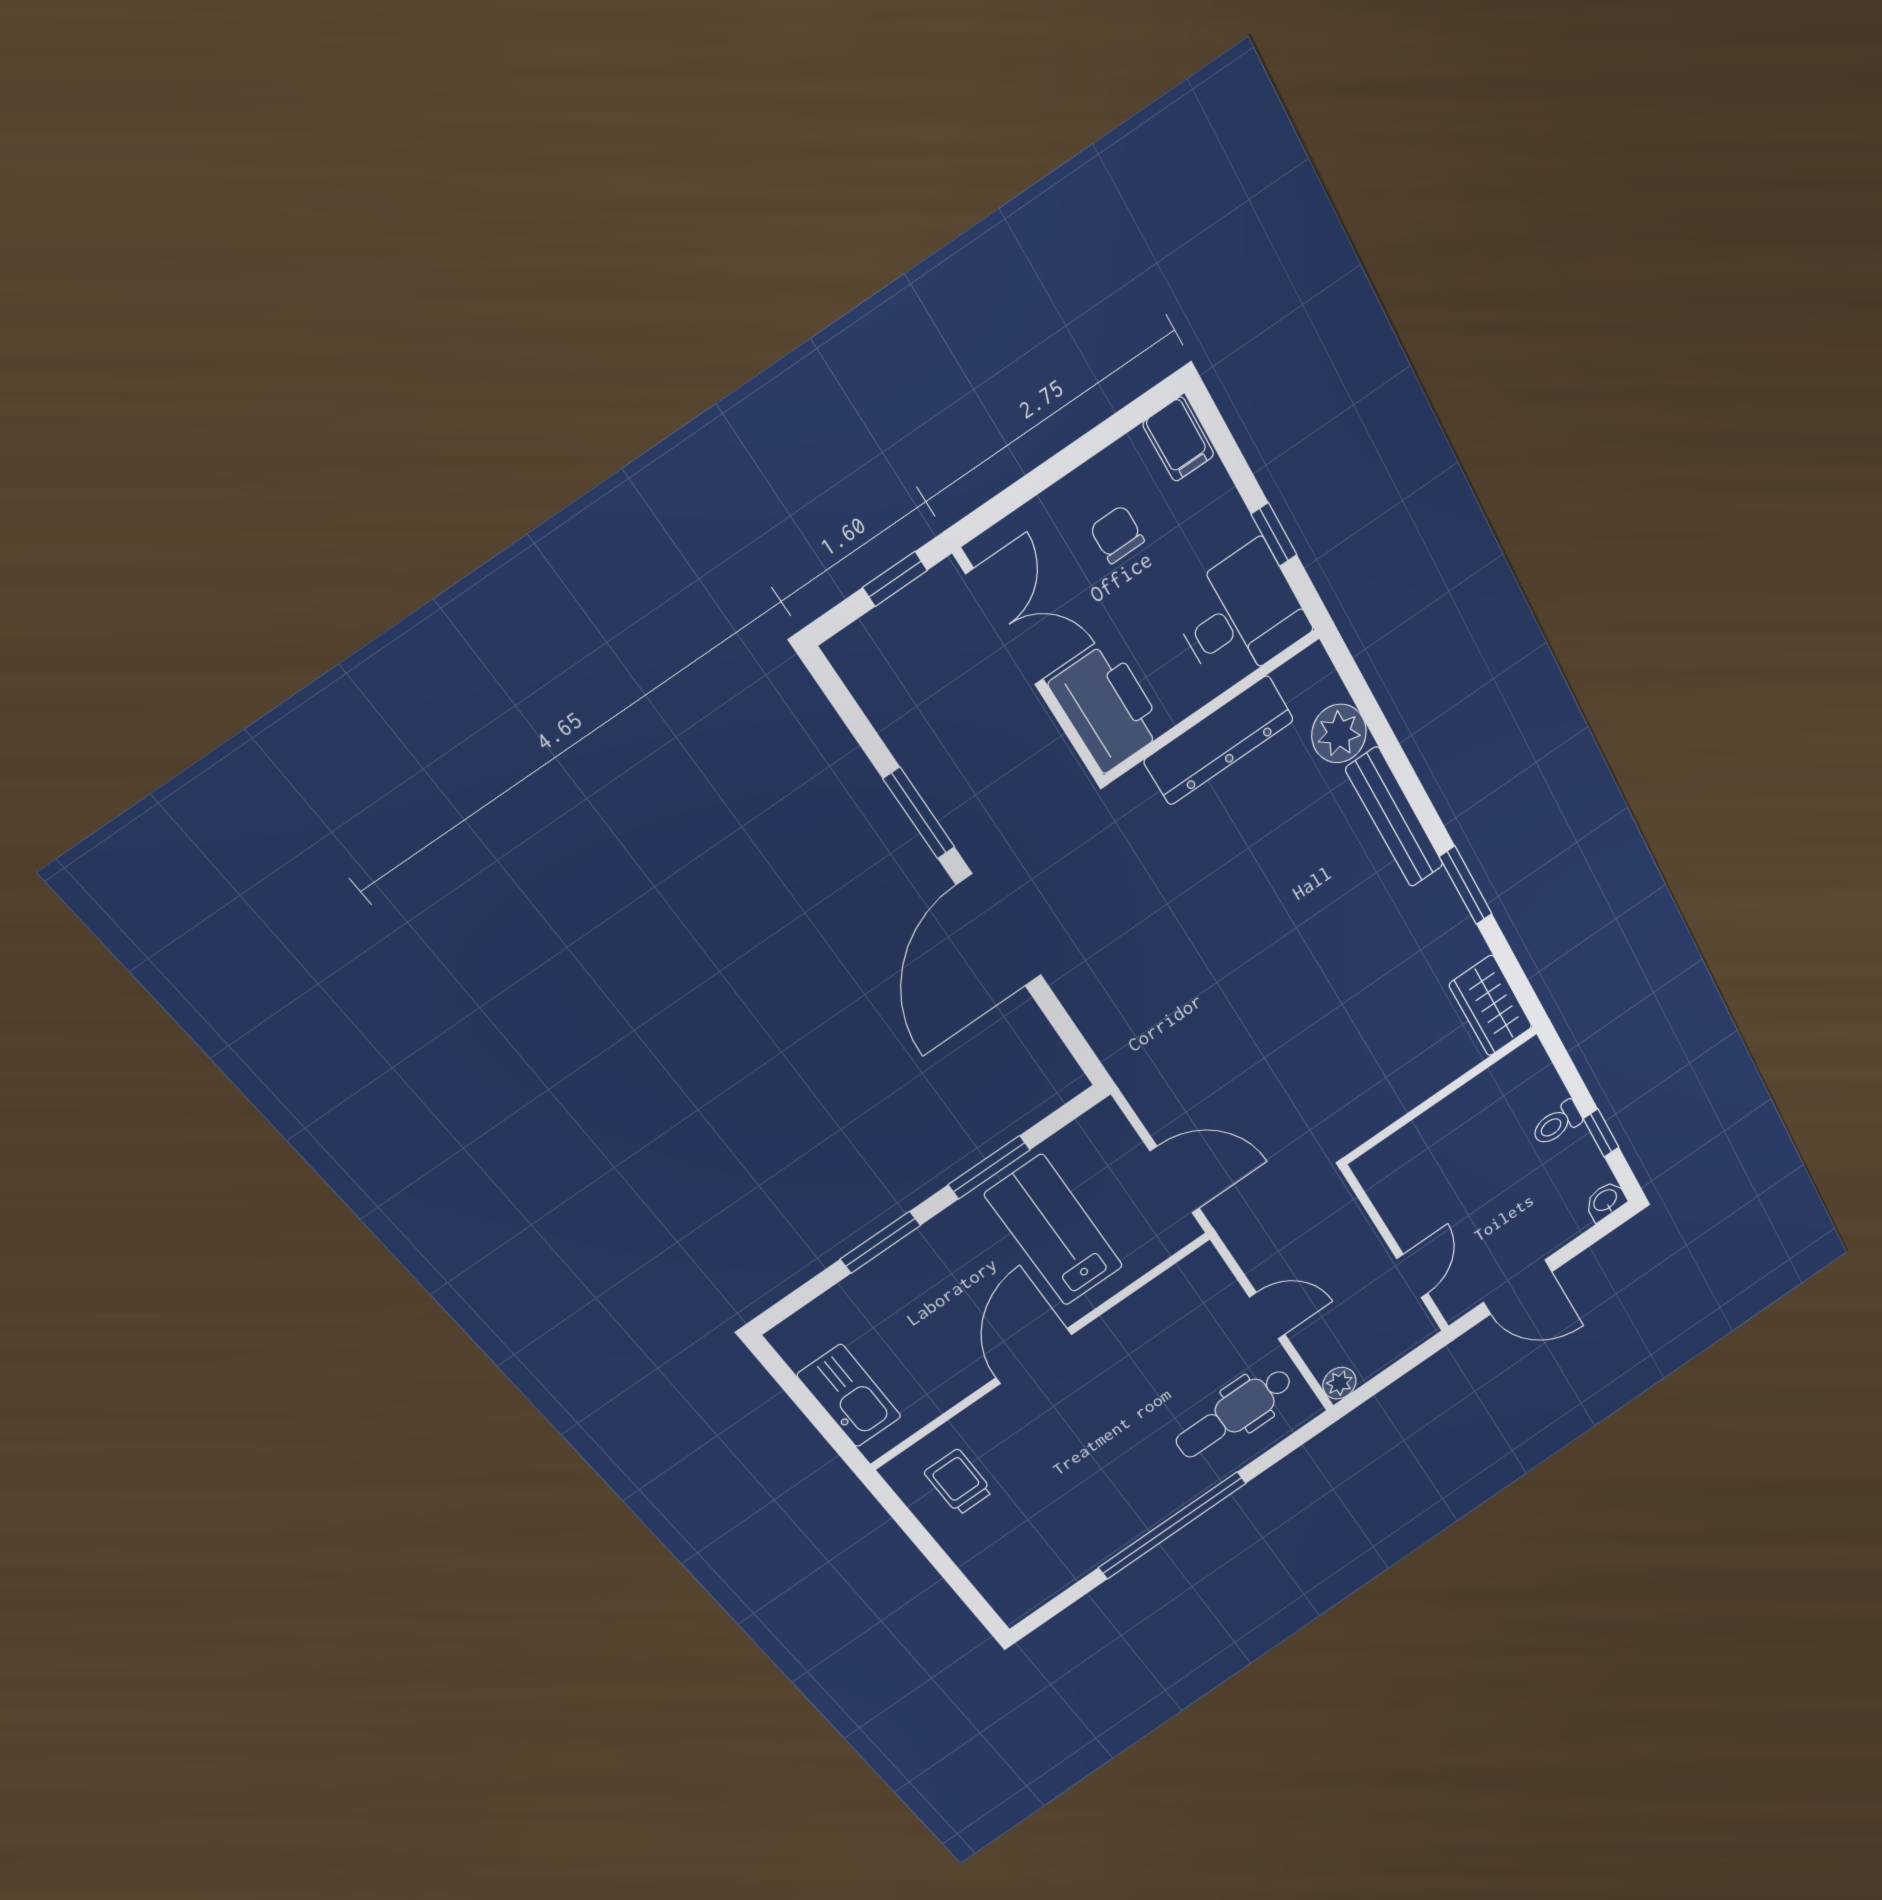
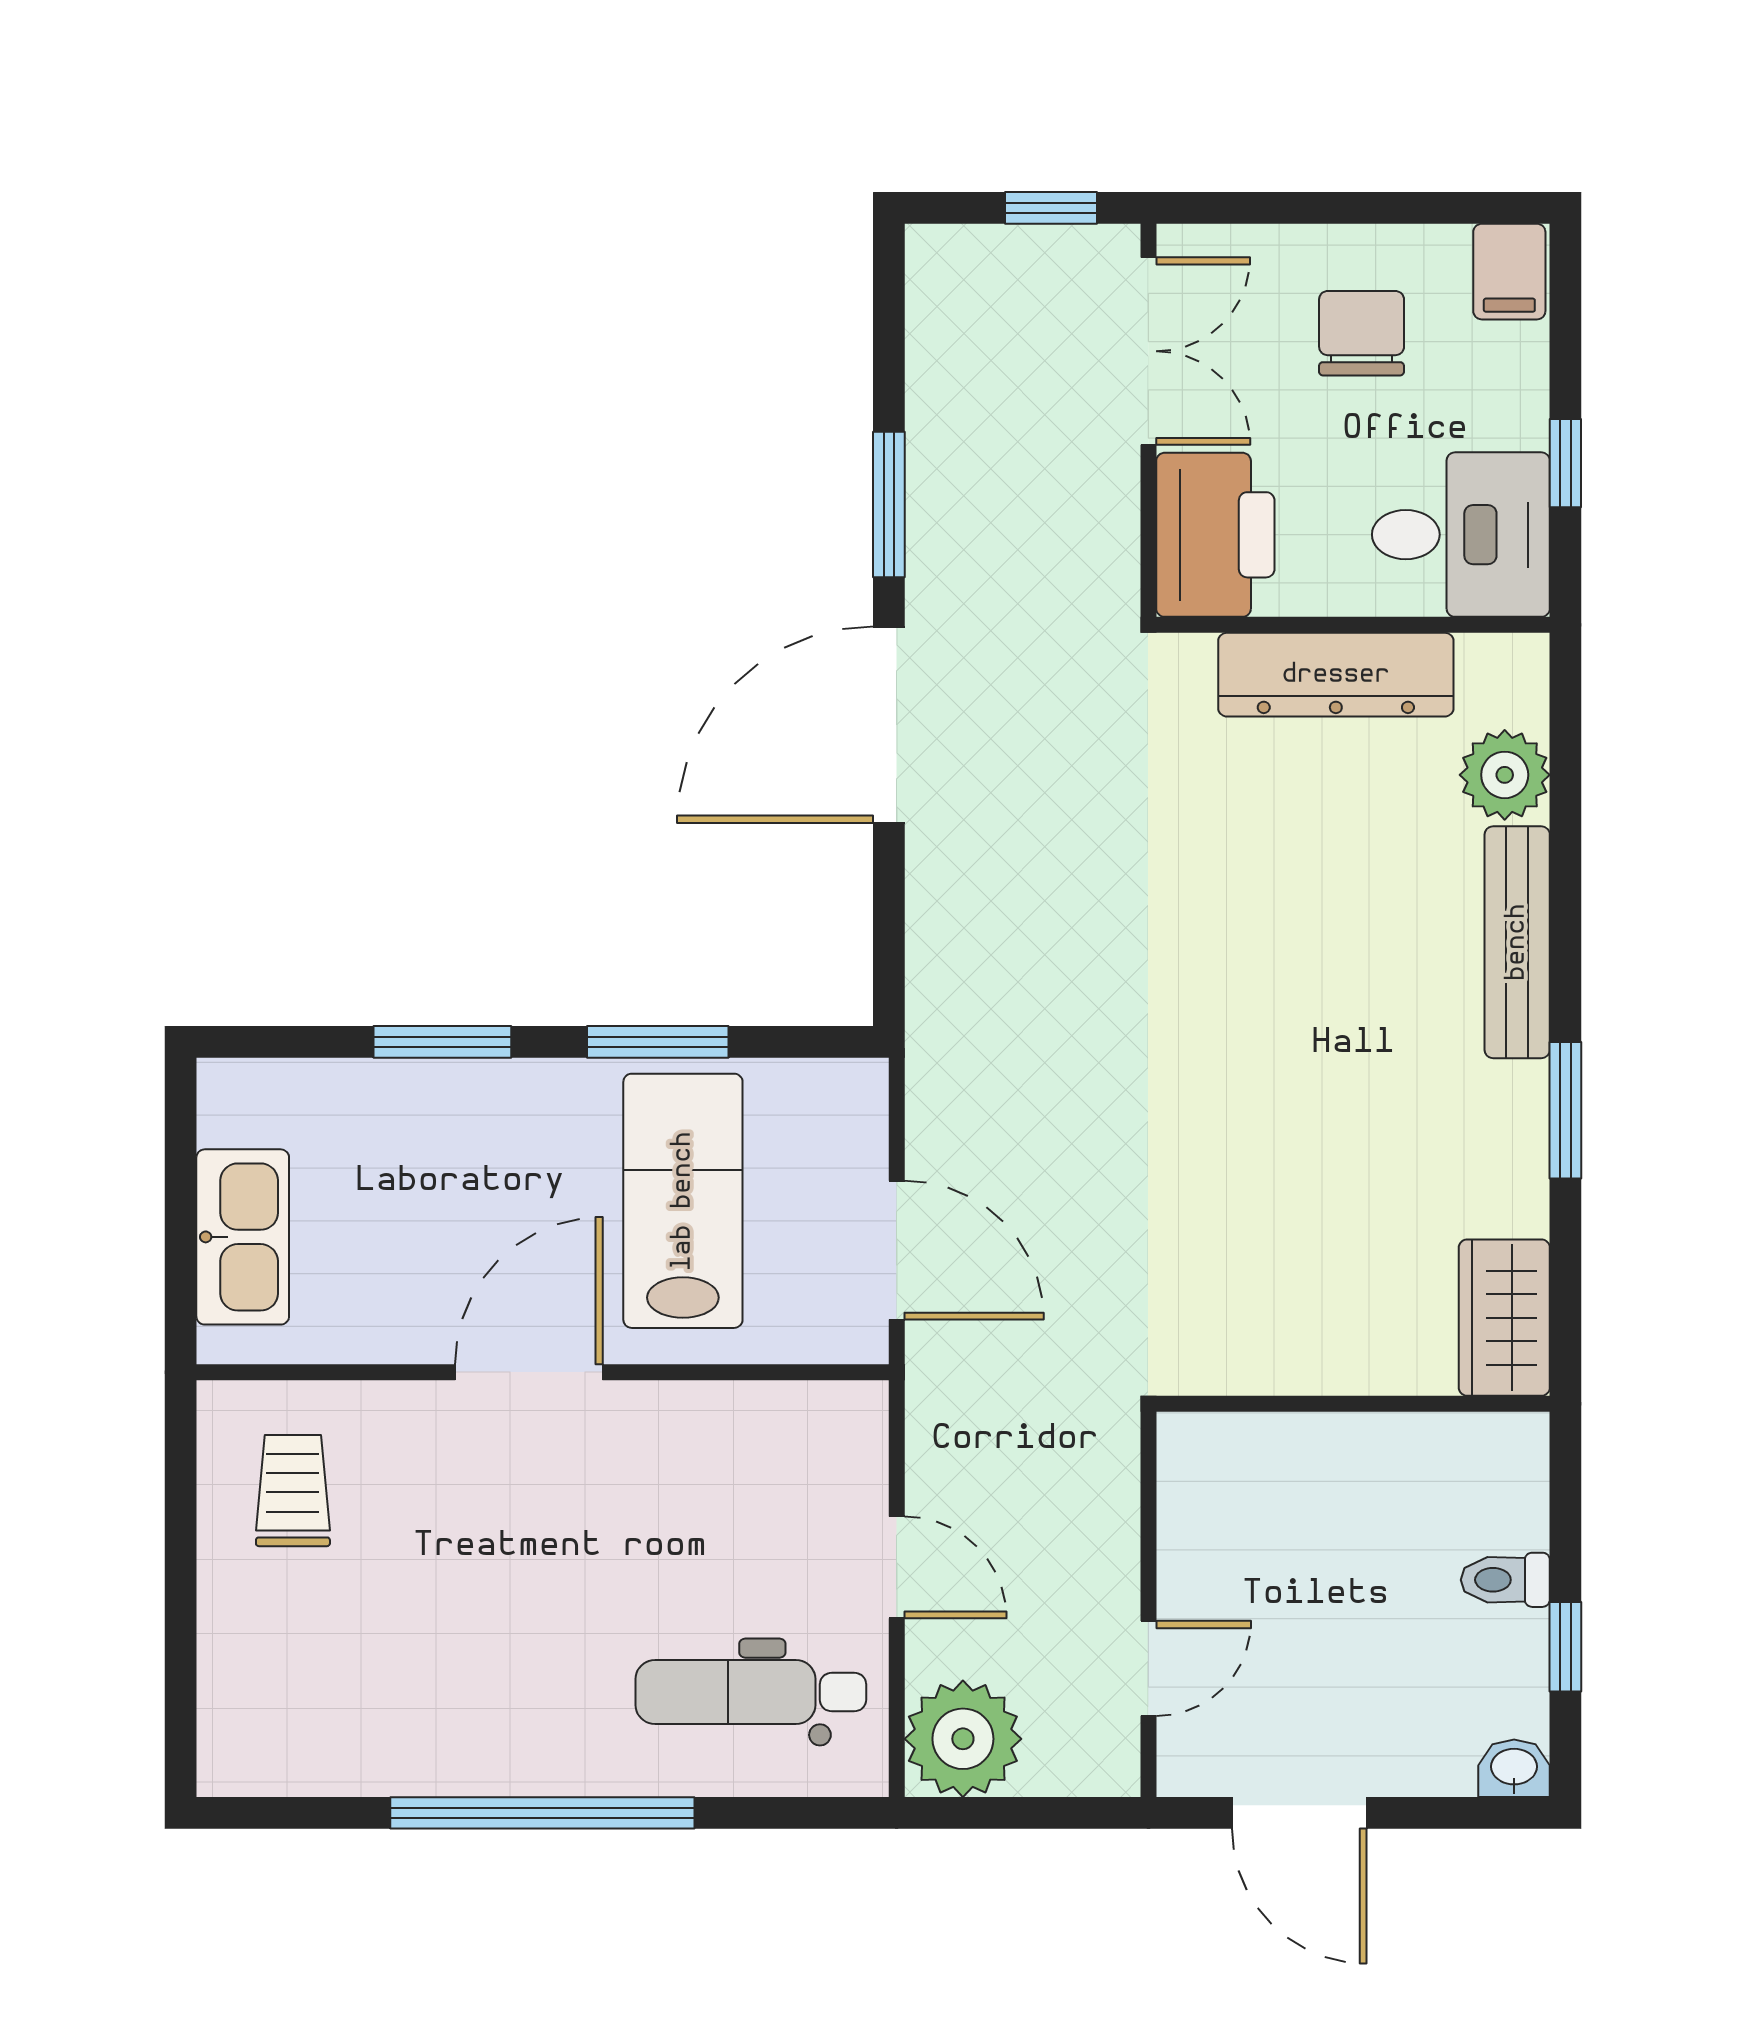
chair: (1117, 534) -> (1362, 333), width x1.37, depth x1.37
plant: (1339, 1383) -> (963, 1739), width x1.88, depth x1.88

